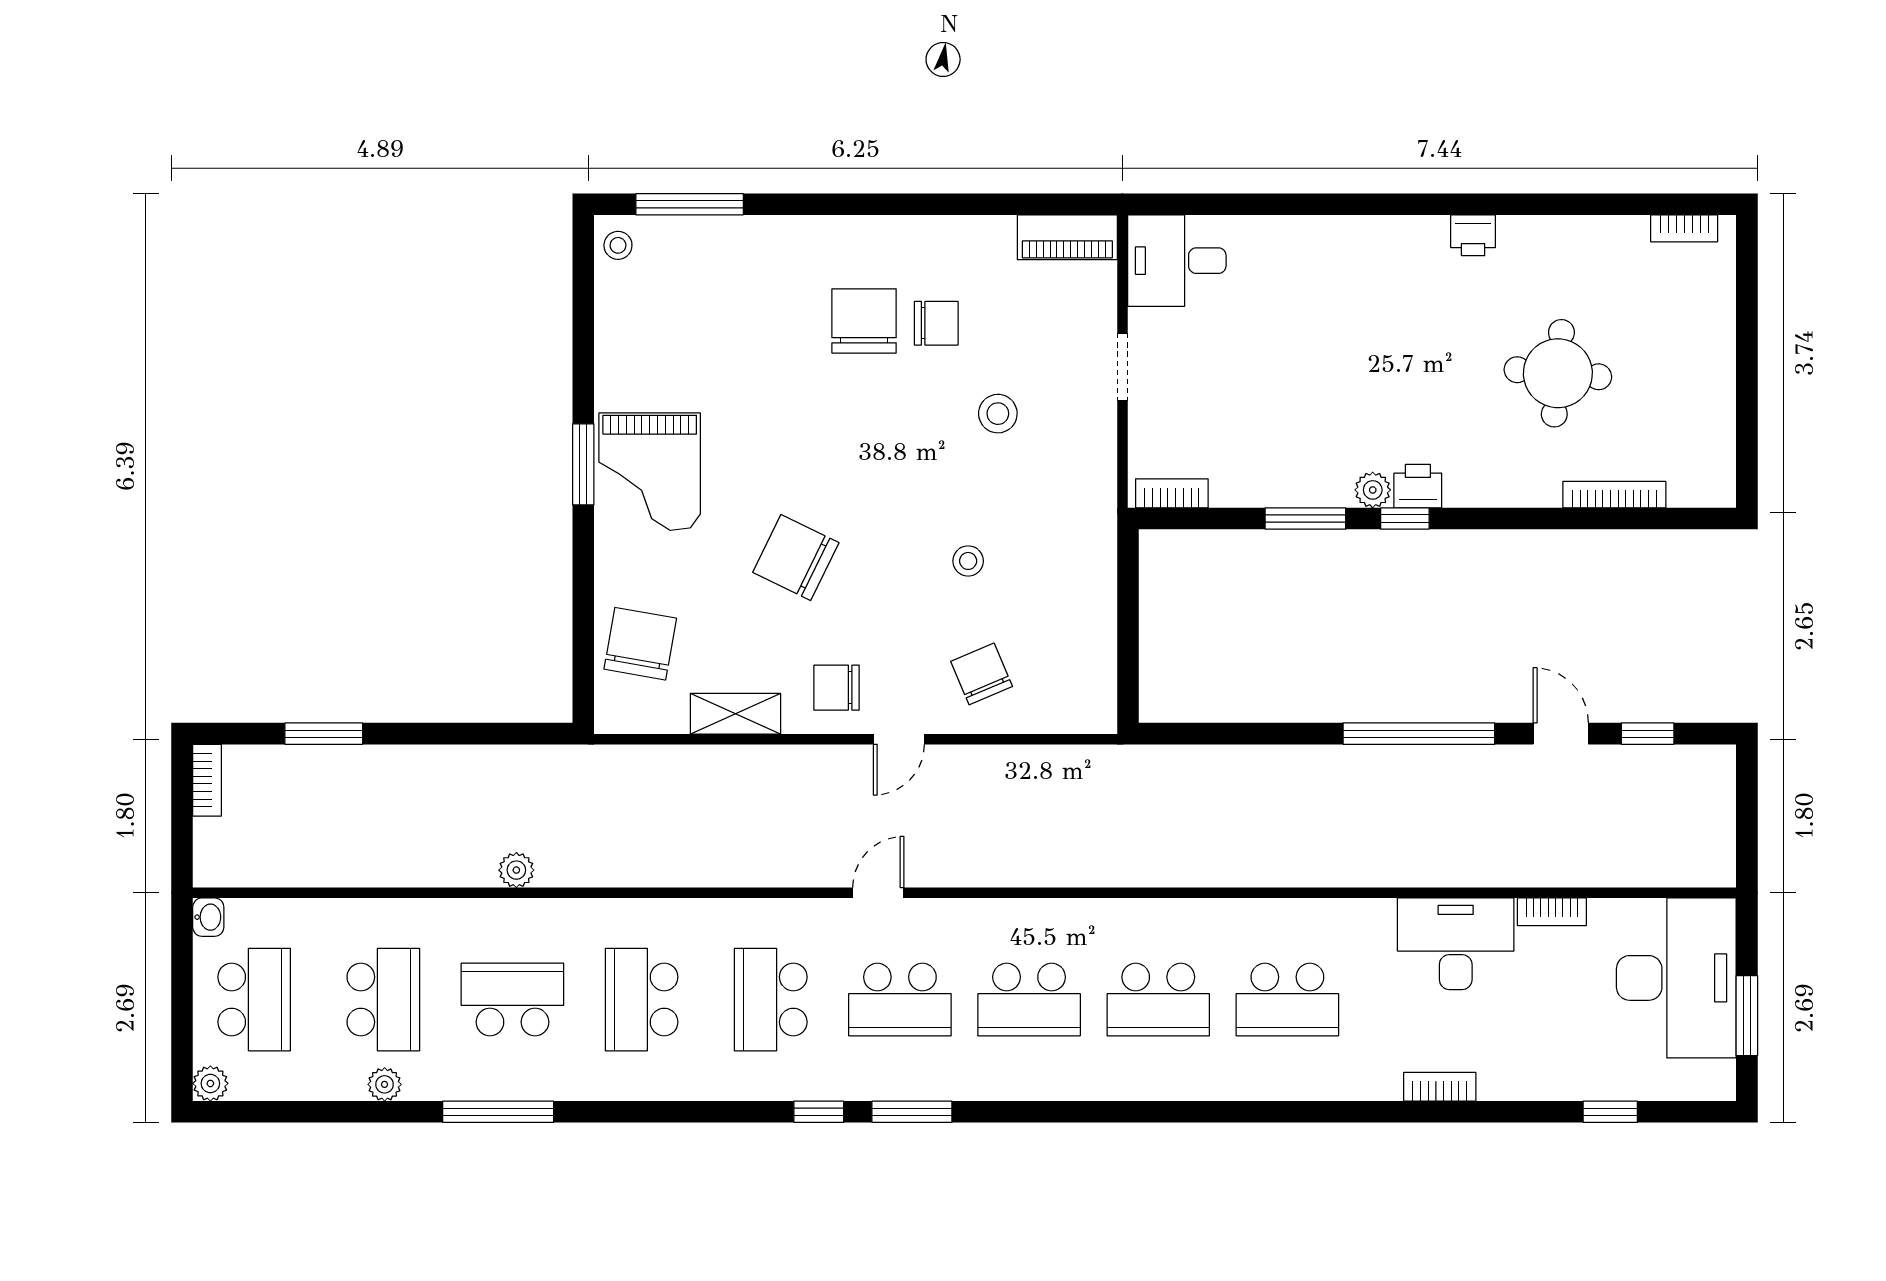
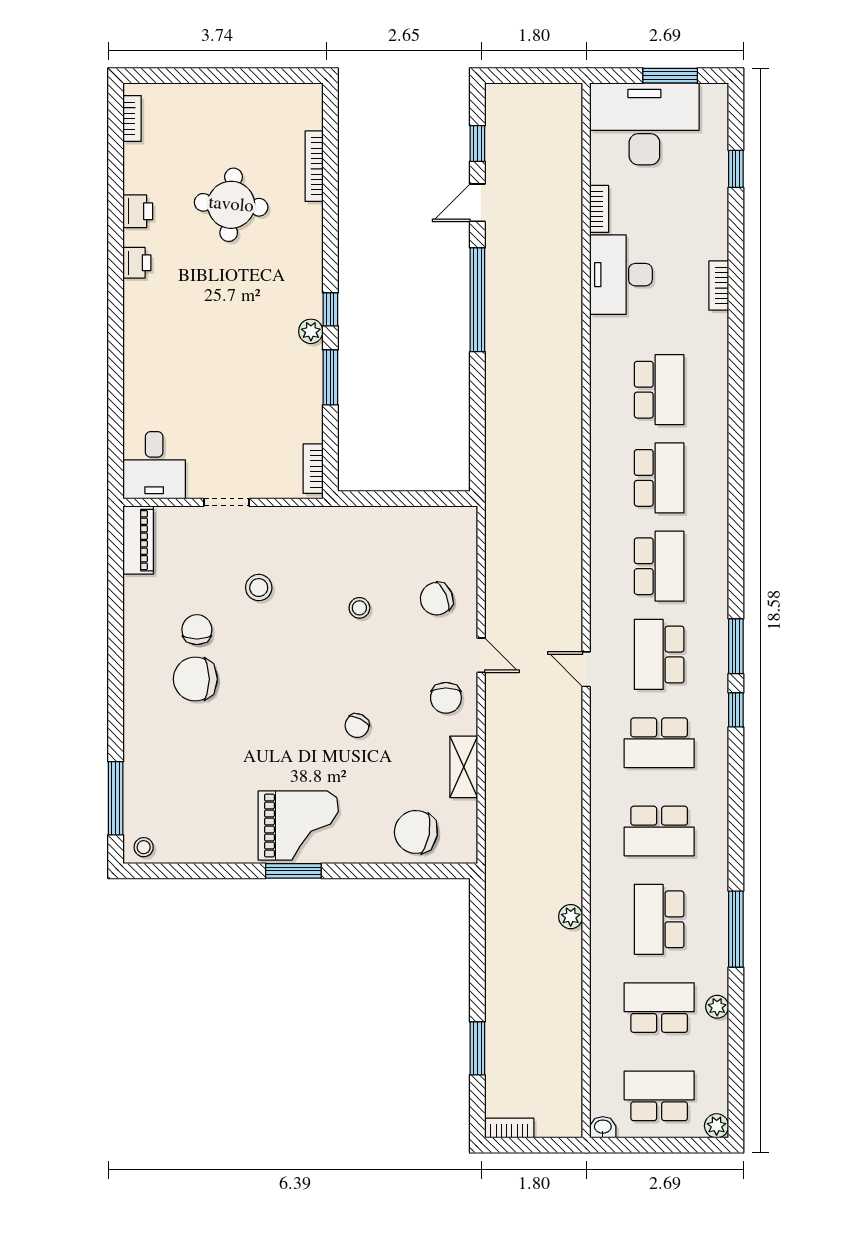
printer: (1418, 486) -> (138, 211), moved, turned 180
chair: (796, 558) -> (357, 726), width x0.54, depth x0.54
school desk: (900, 1000) -> (659, 654), turned 180

